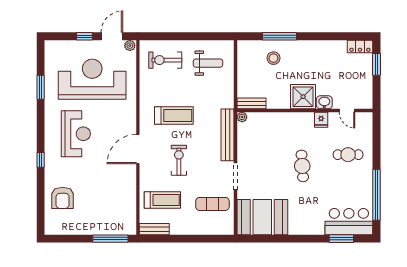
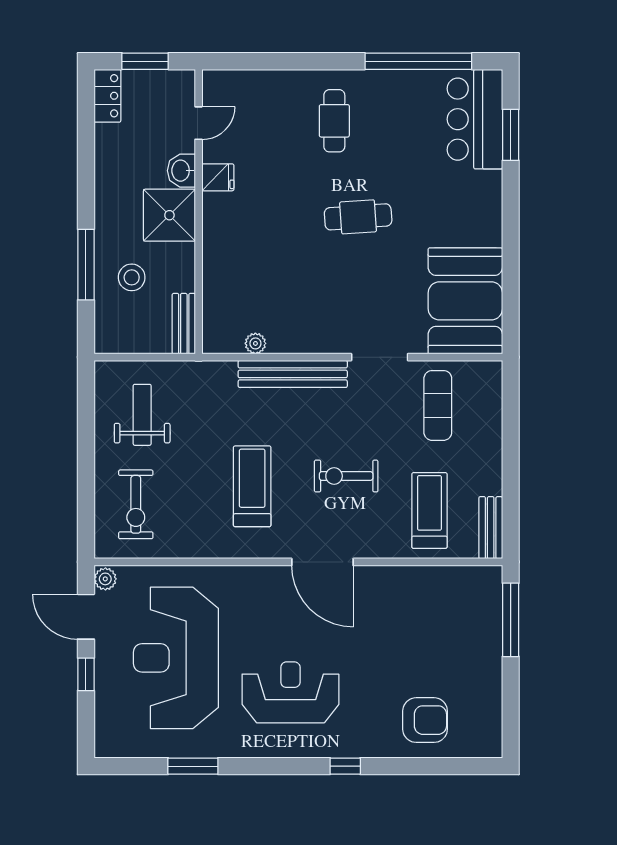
shower: (303, 97) -> (169, 215), moved
washbasin: (324, 102) -> (181, 171), moved
bench: (251, 103) -> (184, 324), moved
wall: (305, 111) -> (199, 212), moved
door: (347, 111) -> (199, 123), moved
fridge: (321, 120) -> (218, 177), moved

